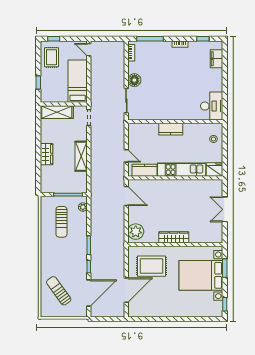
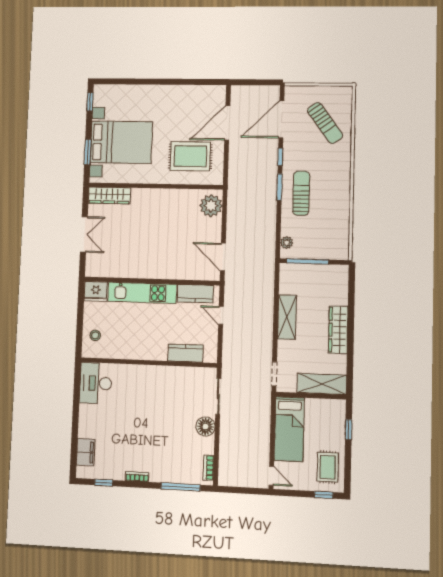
kitchen counter: (171, 129) -> (185, 353), moved
wardrobe: (47, 154) -> (338, 330), width x1.50
sun lounger: (61, 222) -> (301, 193), moved
wardrobe: (174, 237) -> (109, 195), moved

